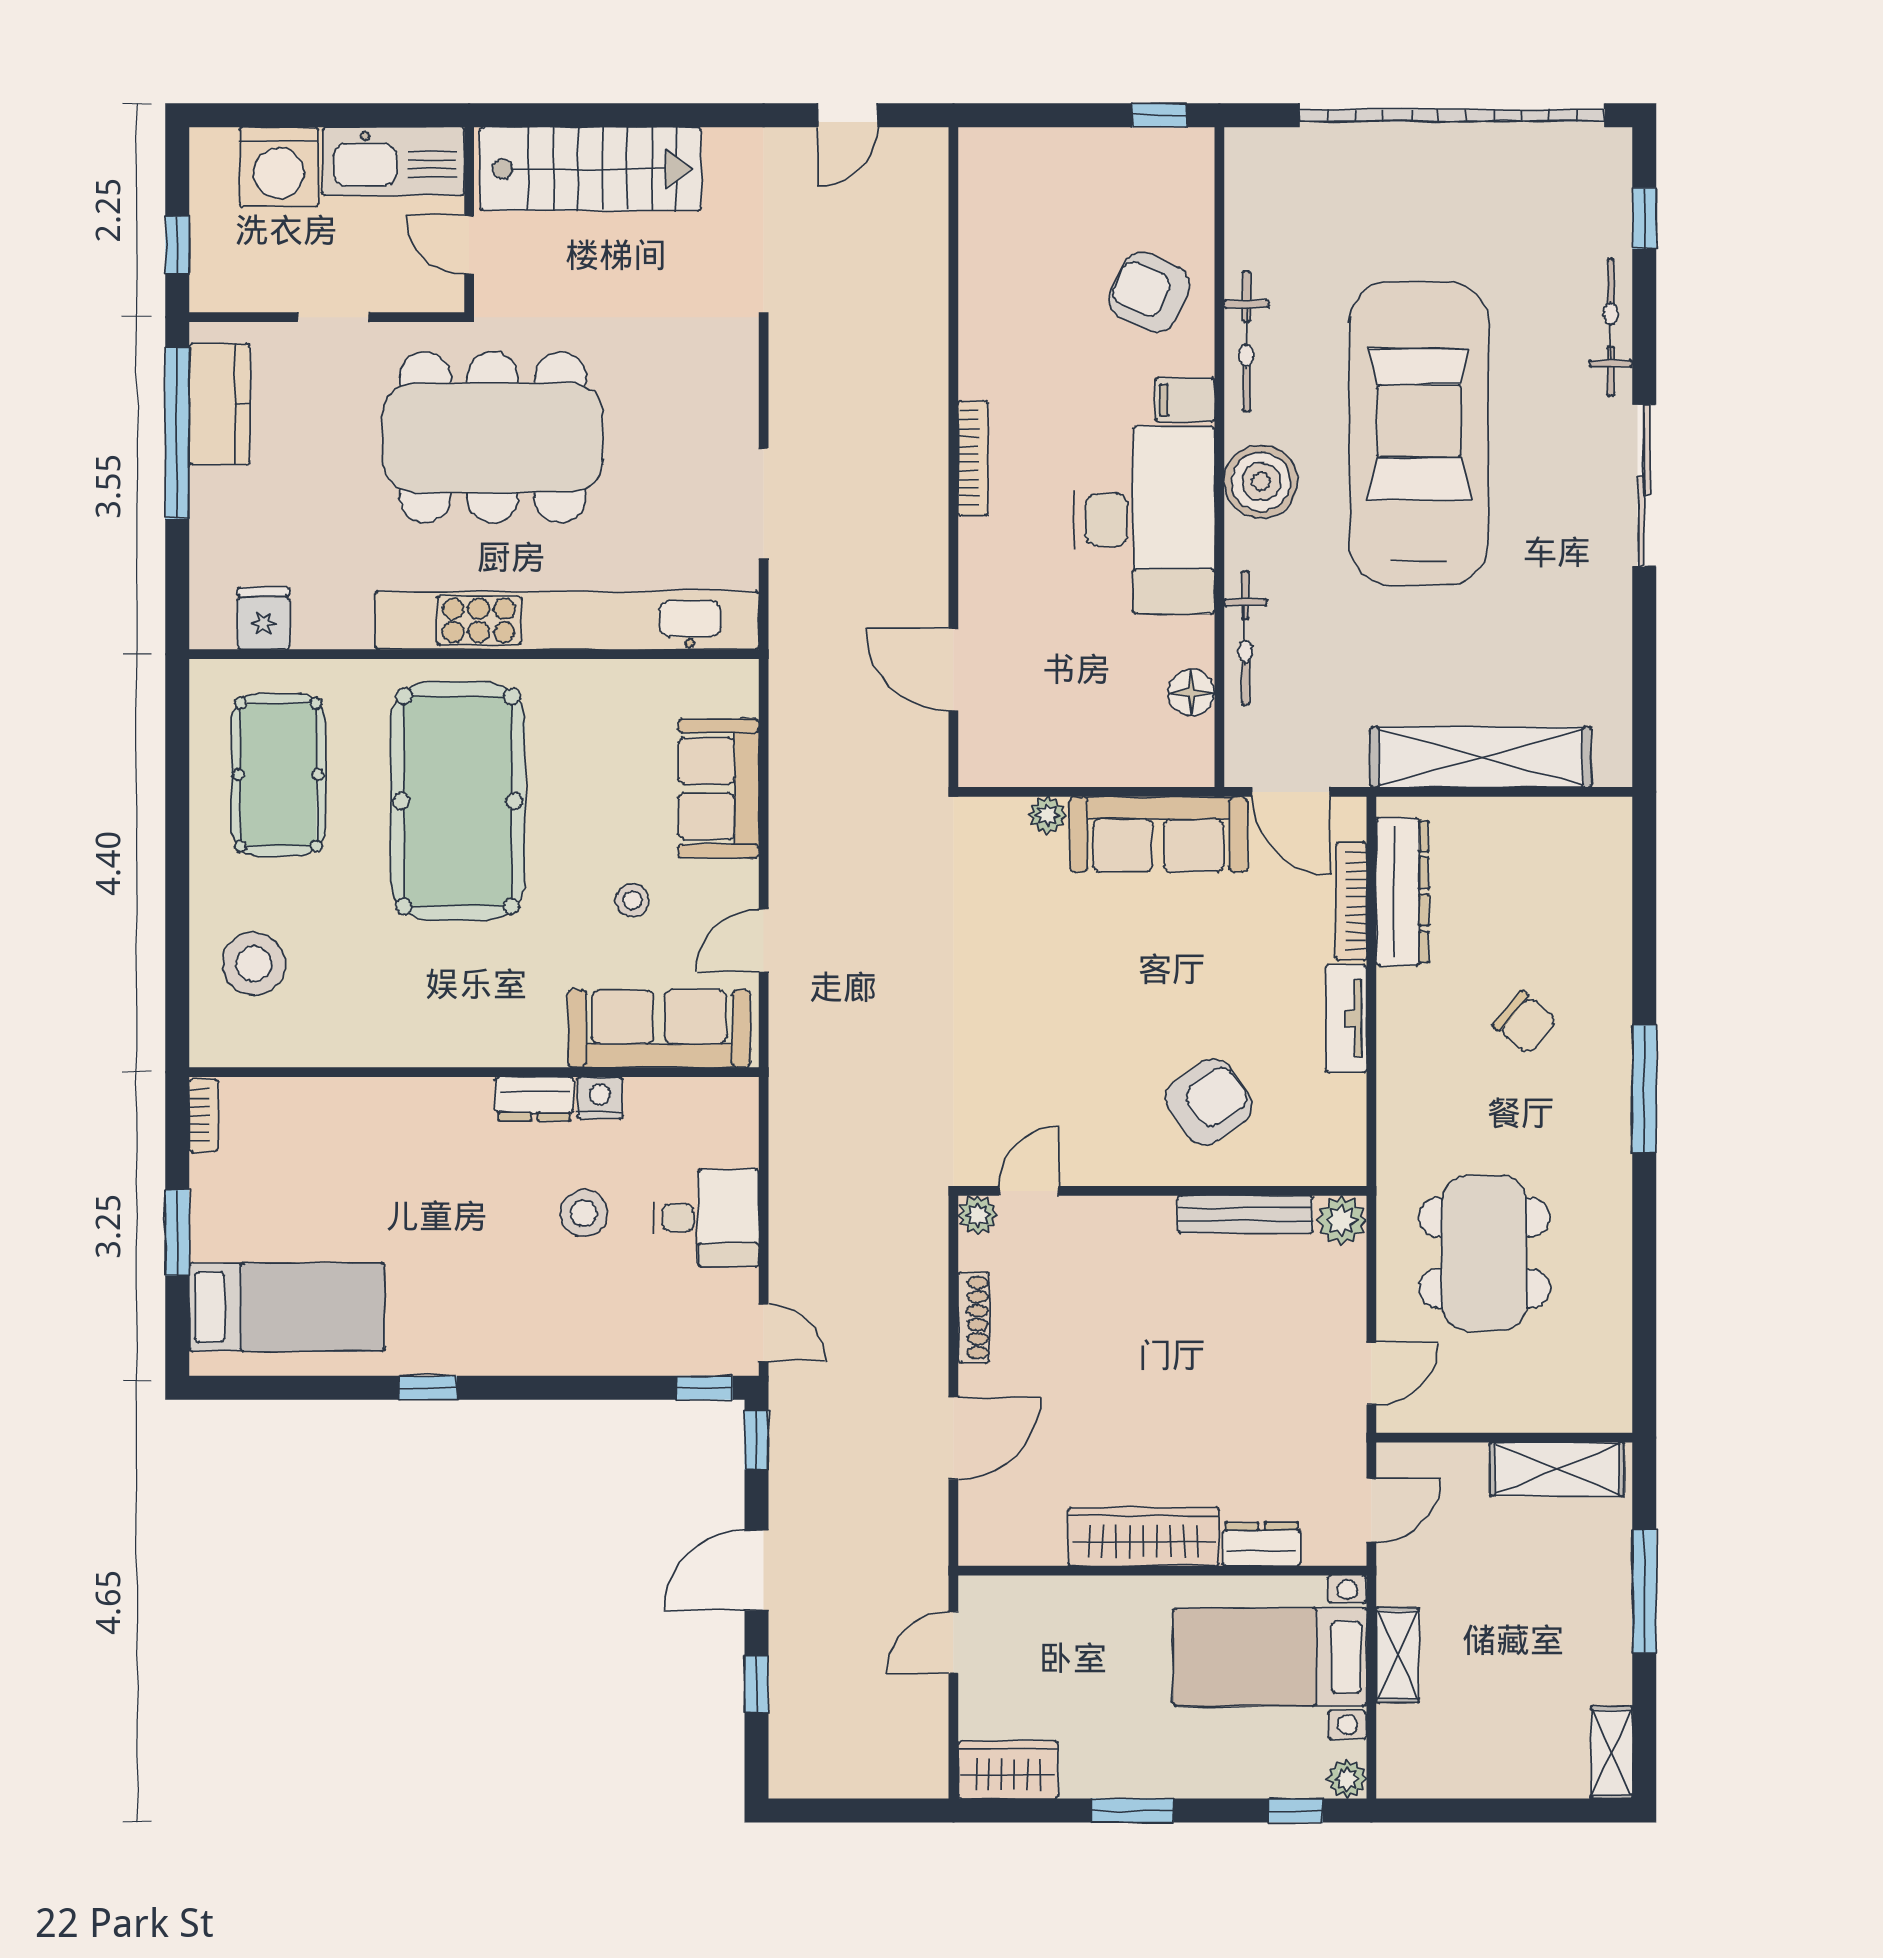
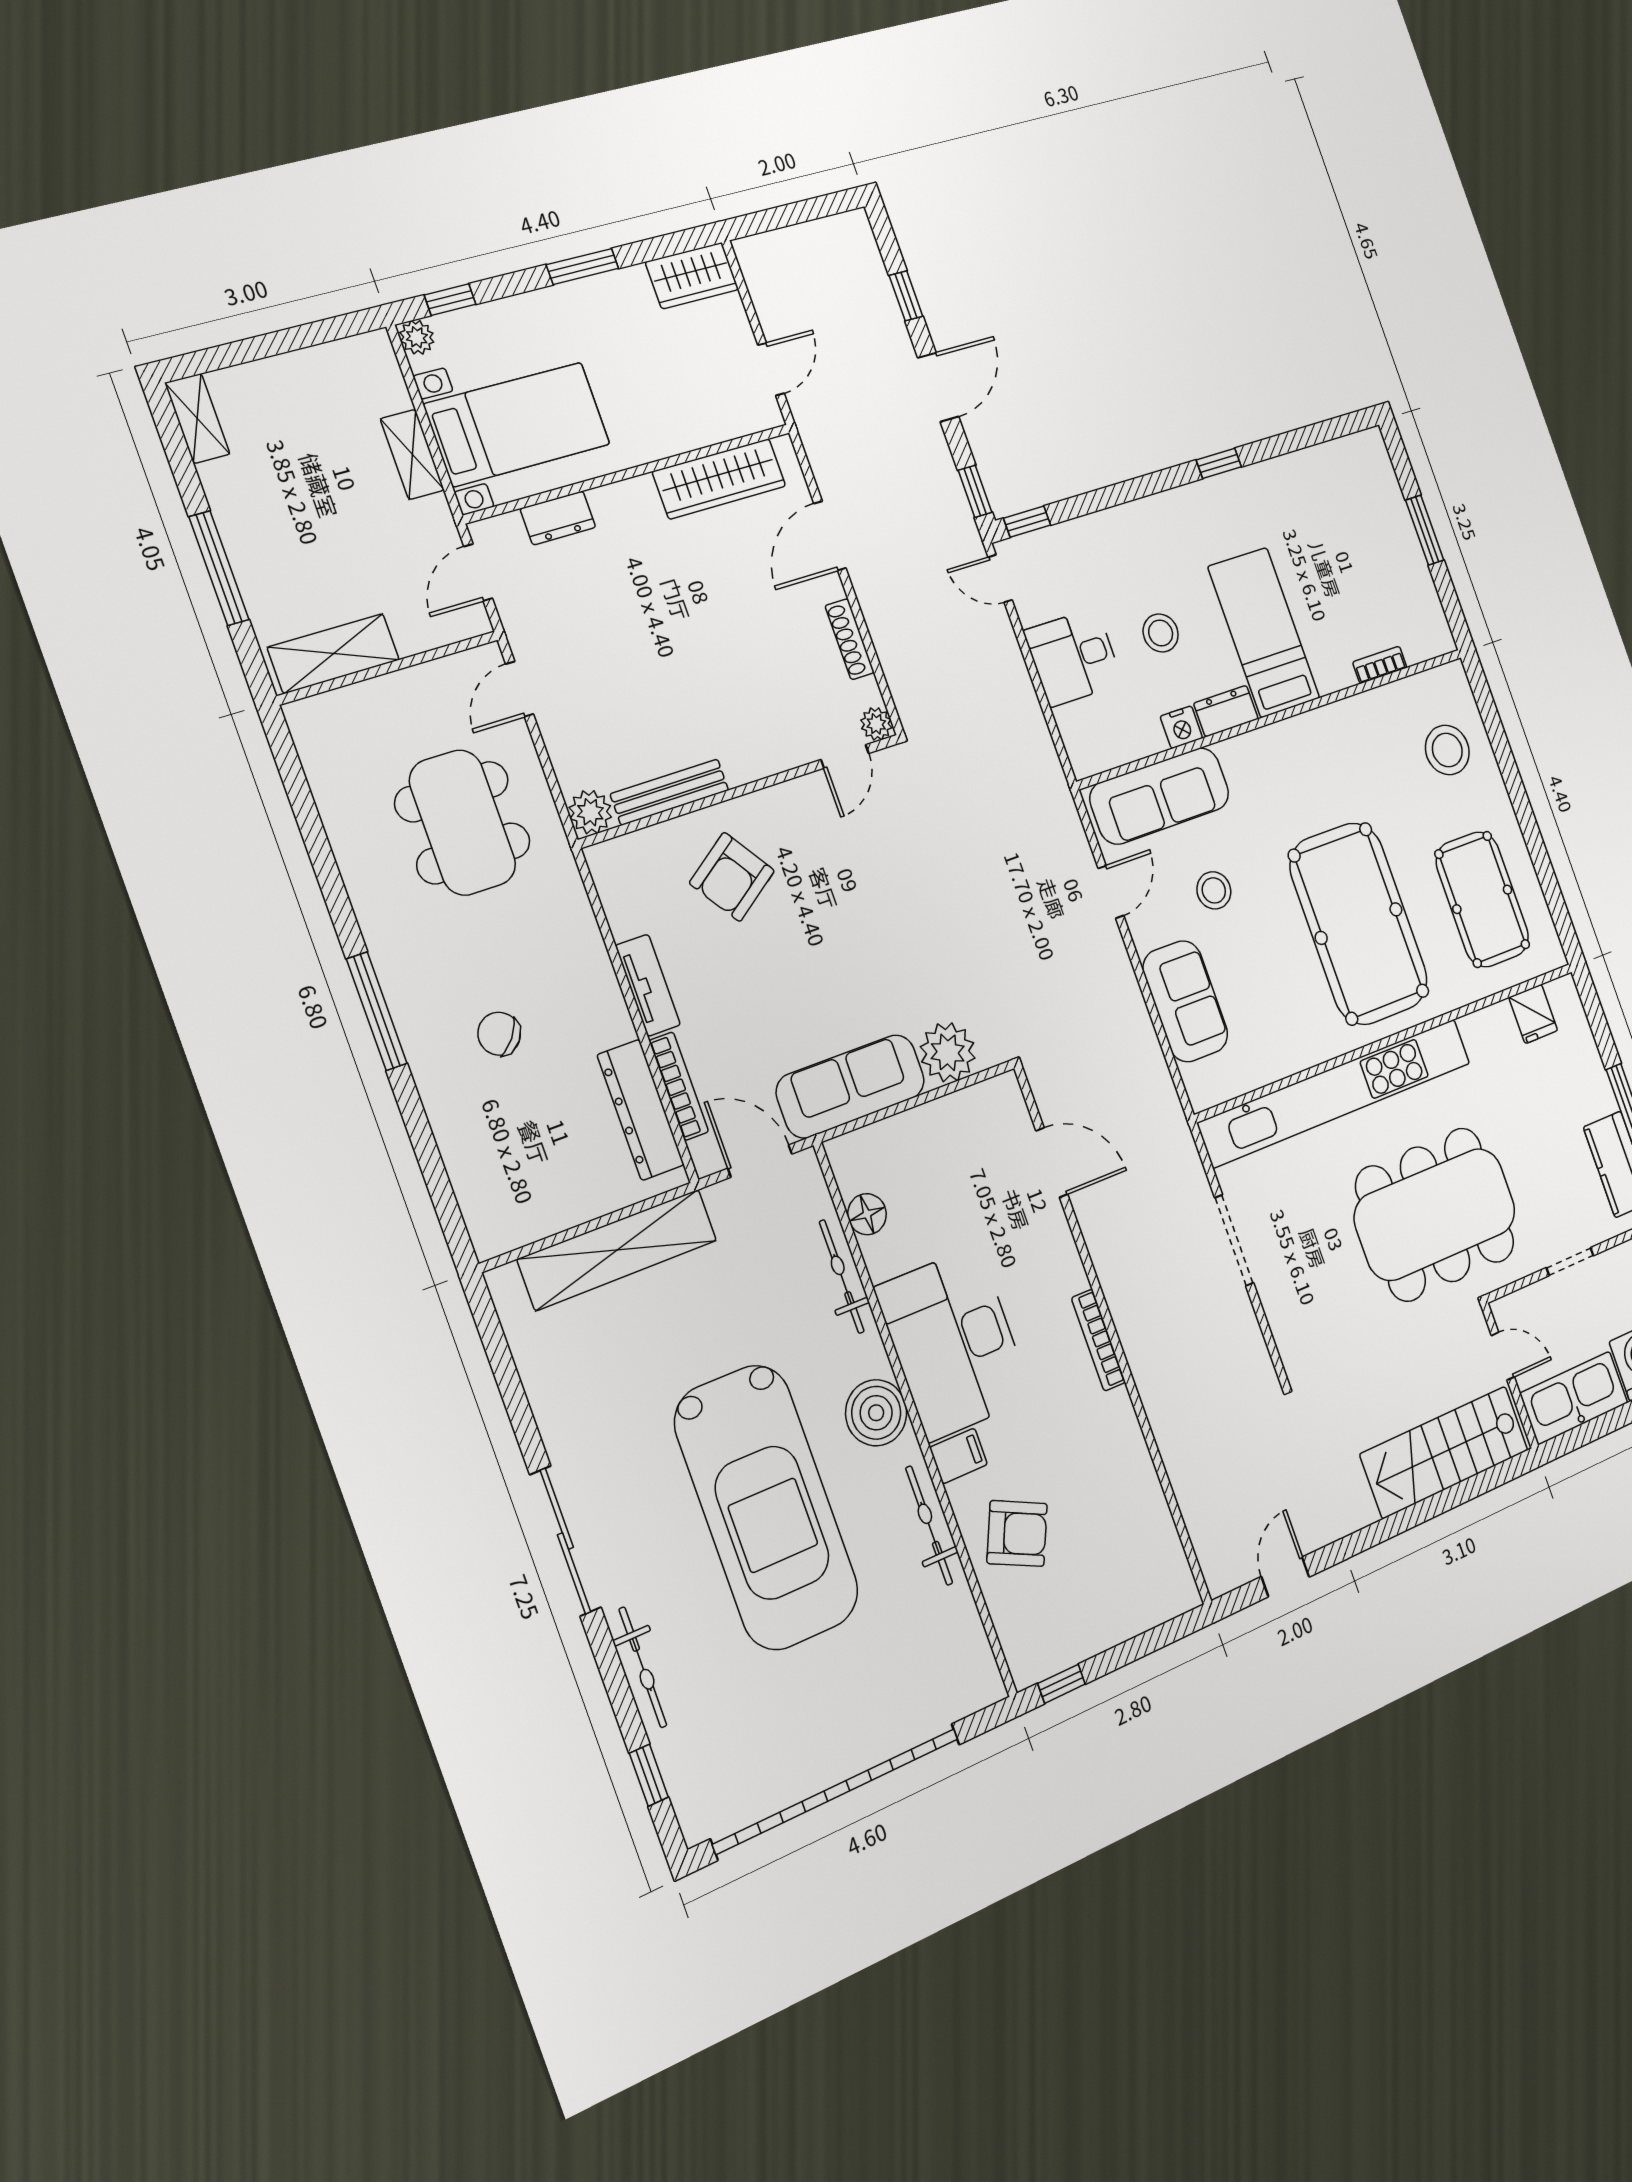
plant: (1047, 815) -> (948, 1052), width x1.87, depth x1.87
stool: (632, 900) -> (1214, 890), width x1.37, depth x1.37
bookcase: (203, 1115) -> (1380, 665), moved, turned 90
bed: (287, 1307) -> (1264, 632), moved, turned 90
wardrobe: (1144, 1537) -> (719, 479), moved

